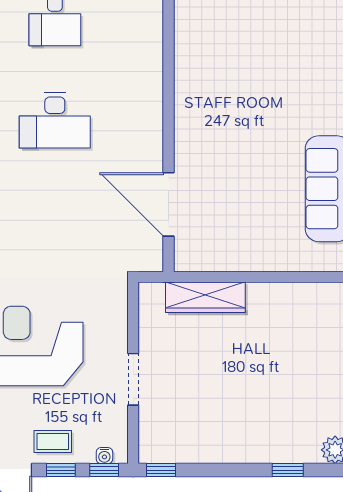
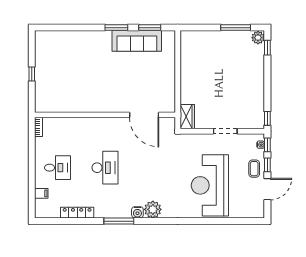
door: (169, 204) -> (144, 115), hinge flipped
wardrobe: (205, 297) -> (187, 117), moved, width x0.67
window: (288, 470) -> (267, 48), moved

